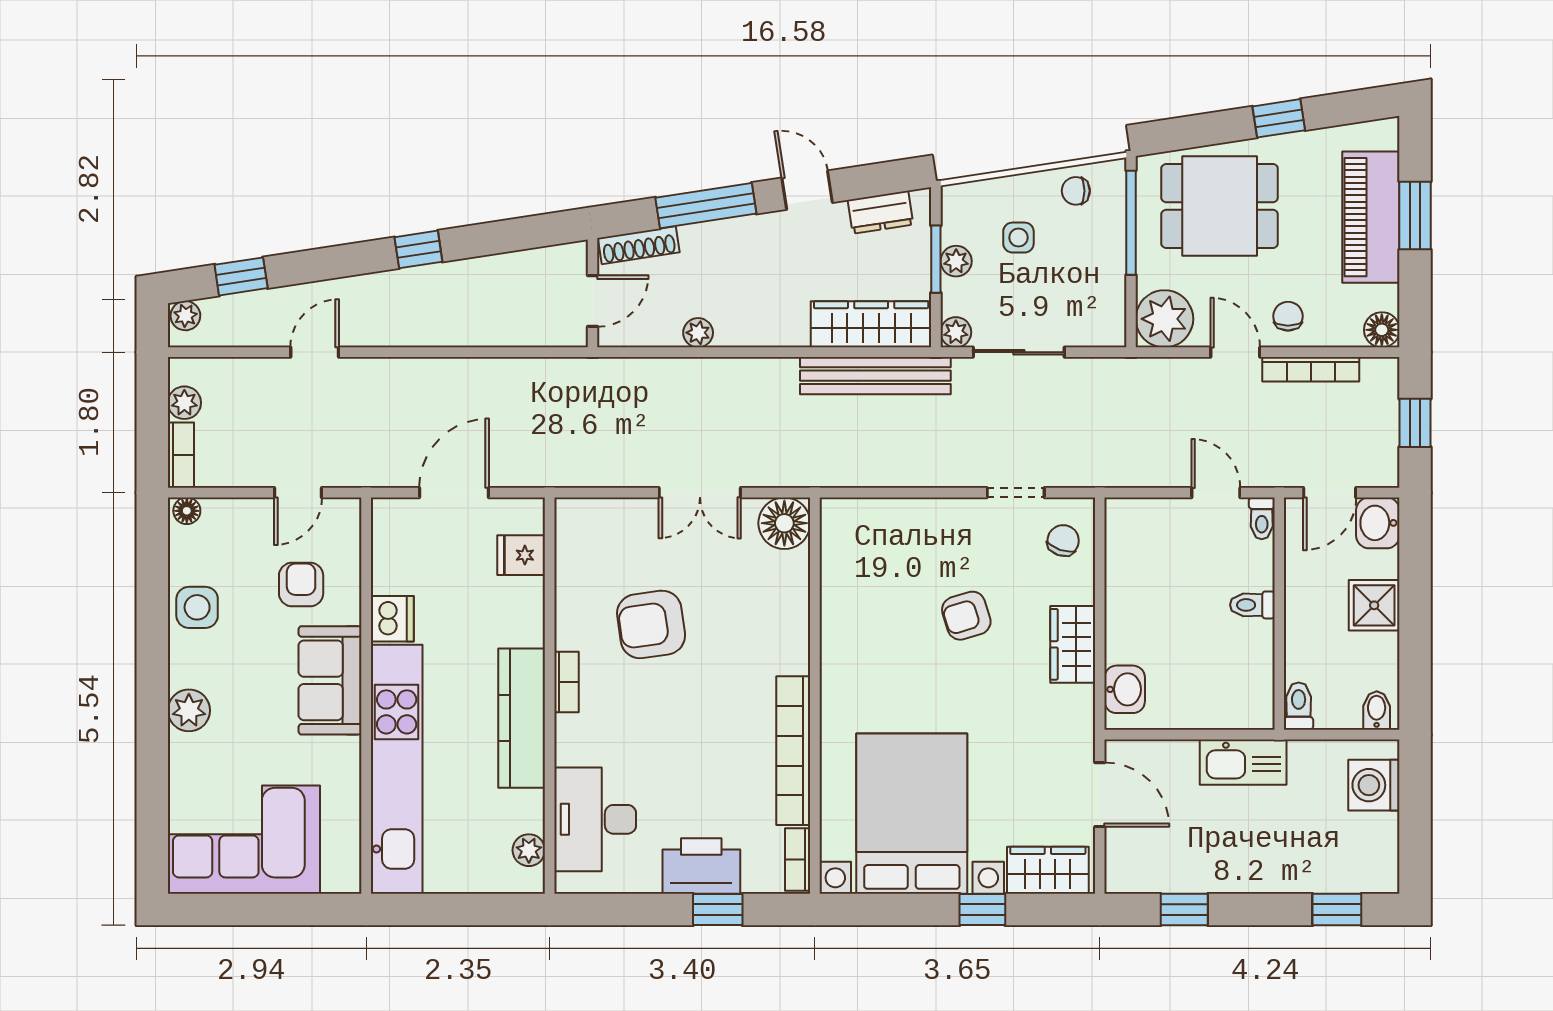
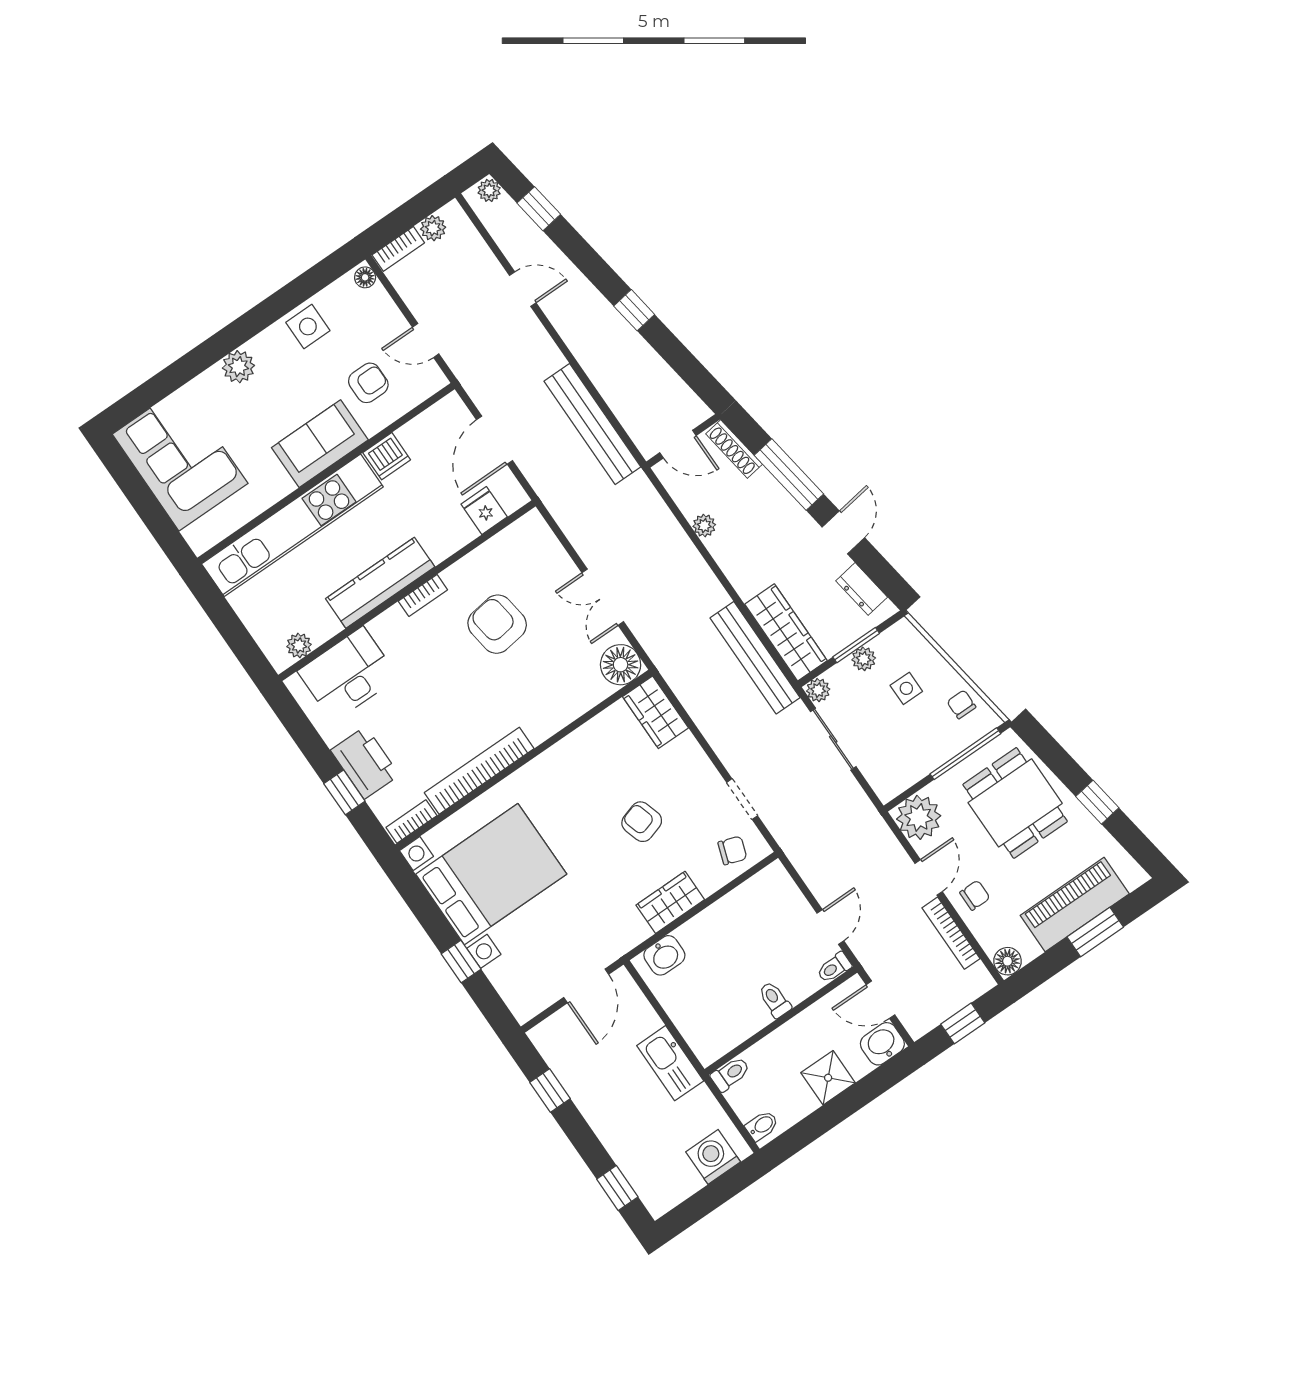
bench: (509, 377) -> (592, 424), added
door: (454, 493) -> (494, 440), swing flipped
wardrobe: (1048, 870) -> (655, 712), moved, turned 180

